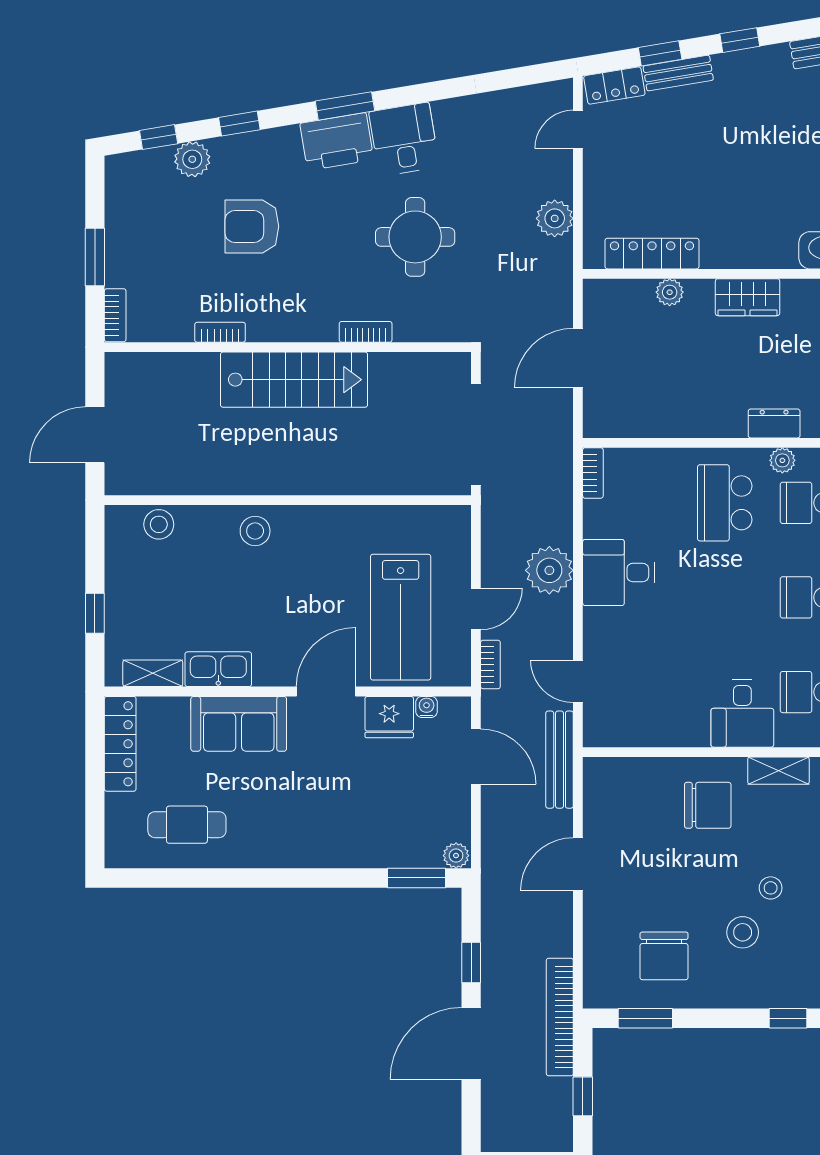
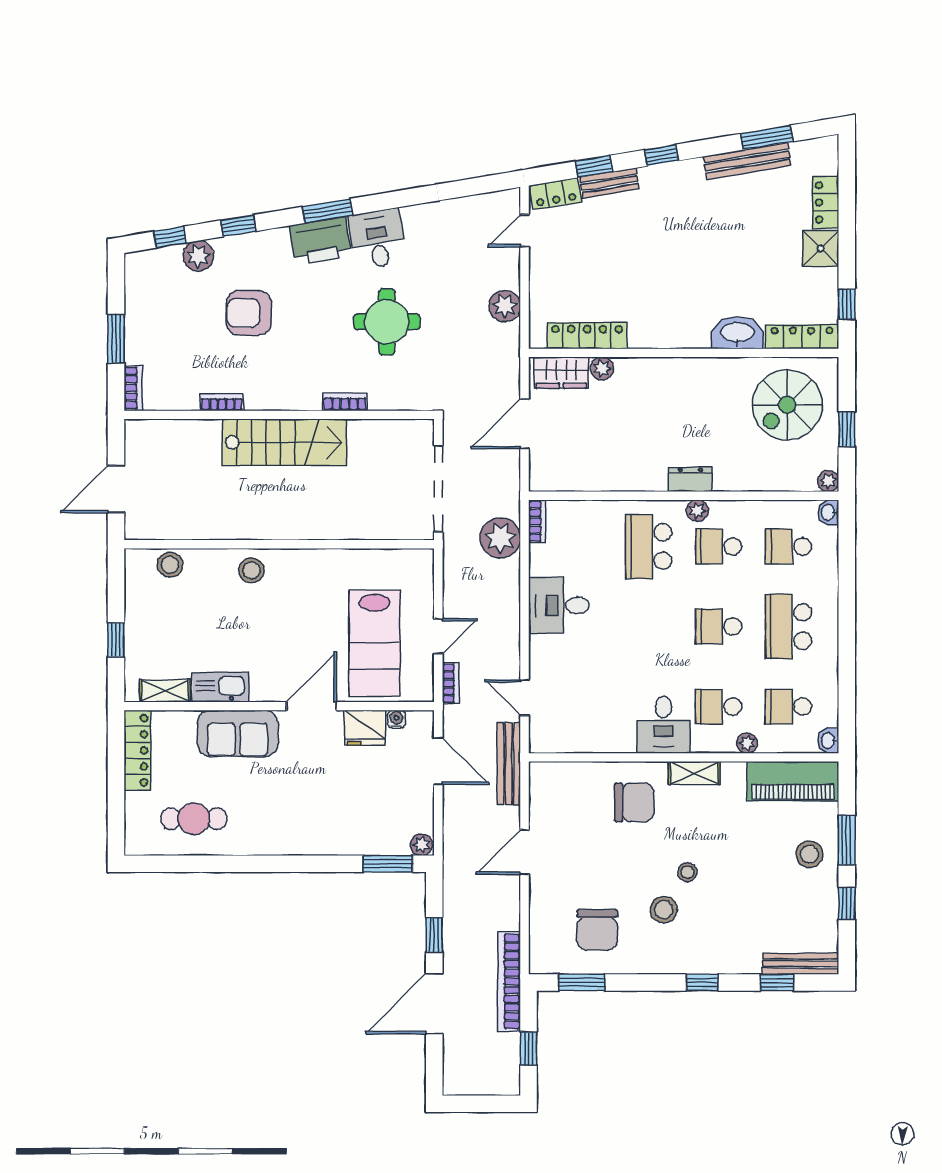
wardrobe: (748, 297) -> (561, 373), moved
plant: (549, 570) -> (500, 538), moved

